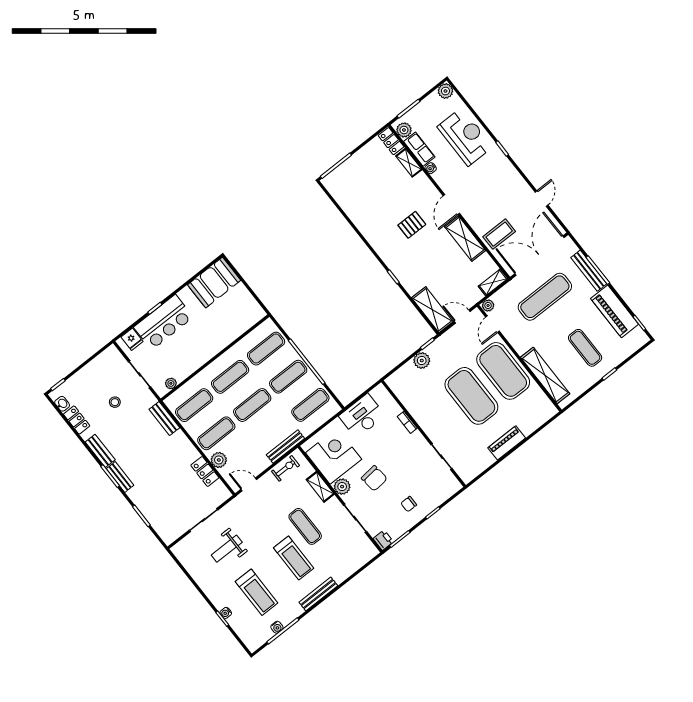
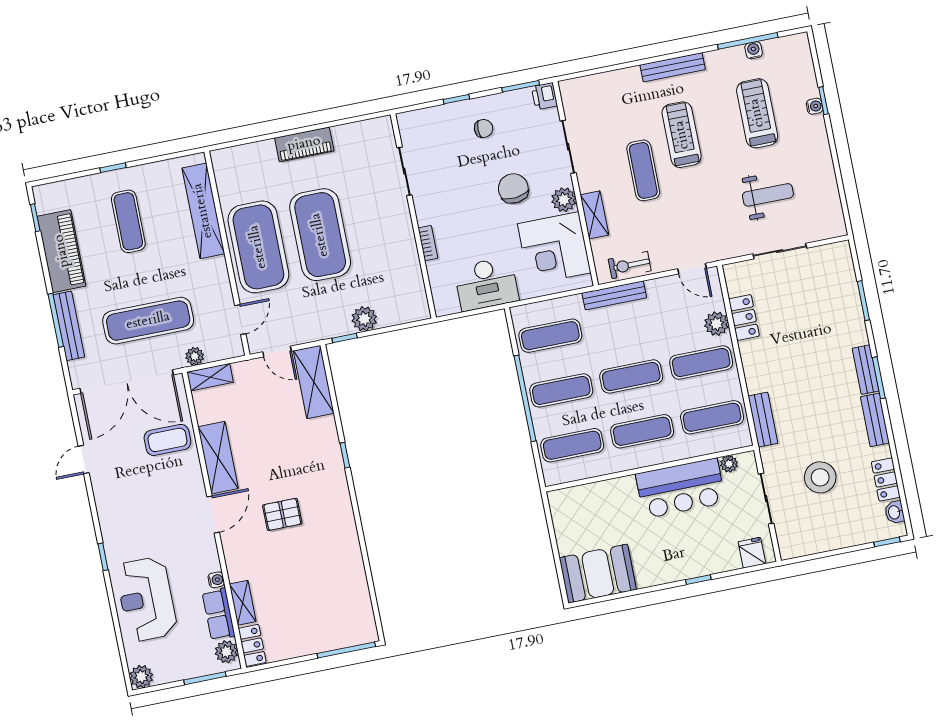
plant: (488, 305) -> (195, 356), moved
bar counter: (163, 322) -> (681, 488), moved, turned 180
stool: (115, 402) -> (820, 477), width x1.89, depth x1.89

